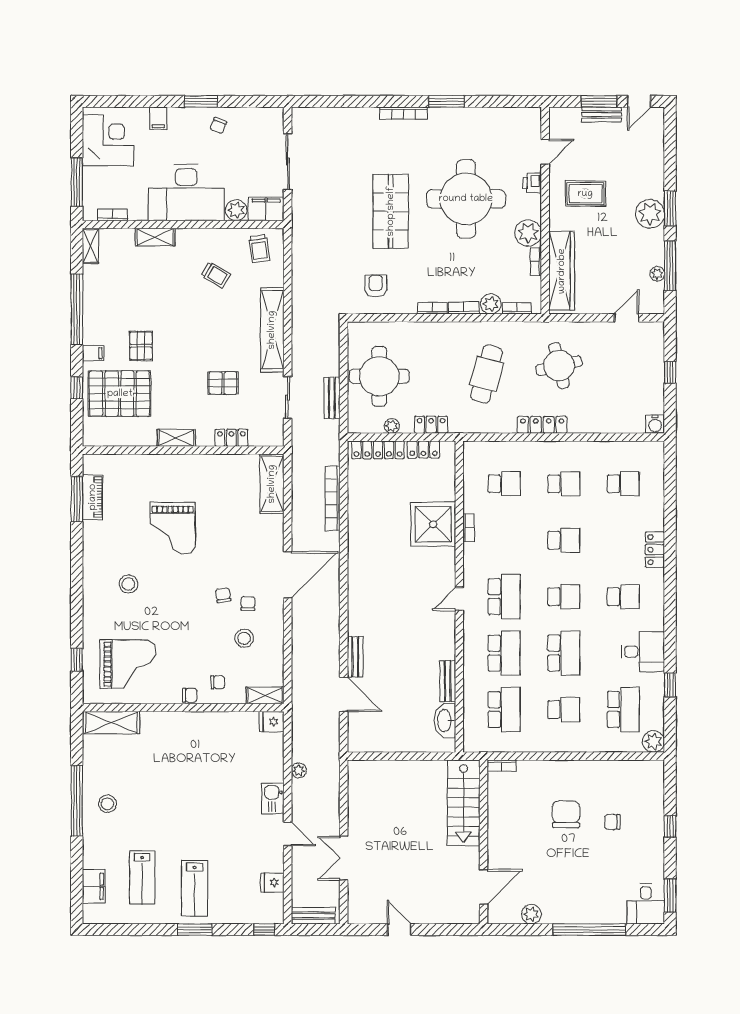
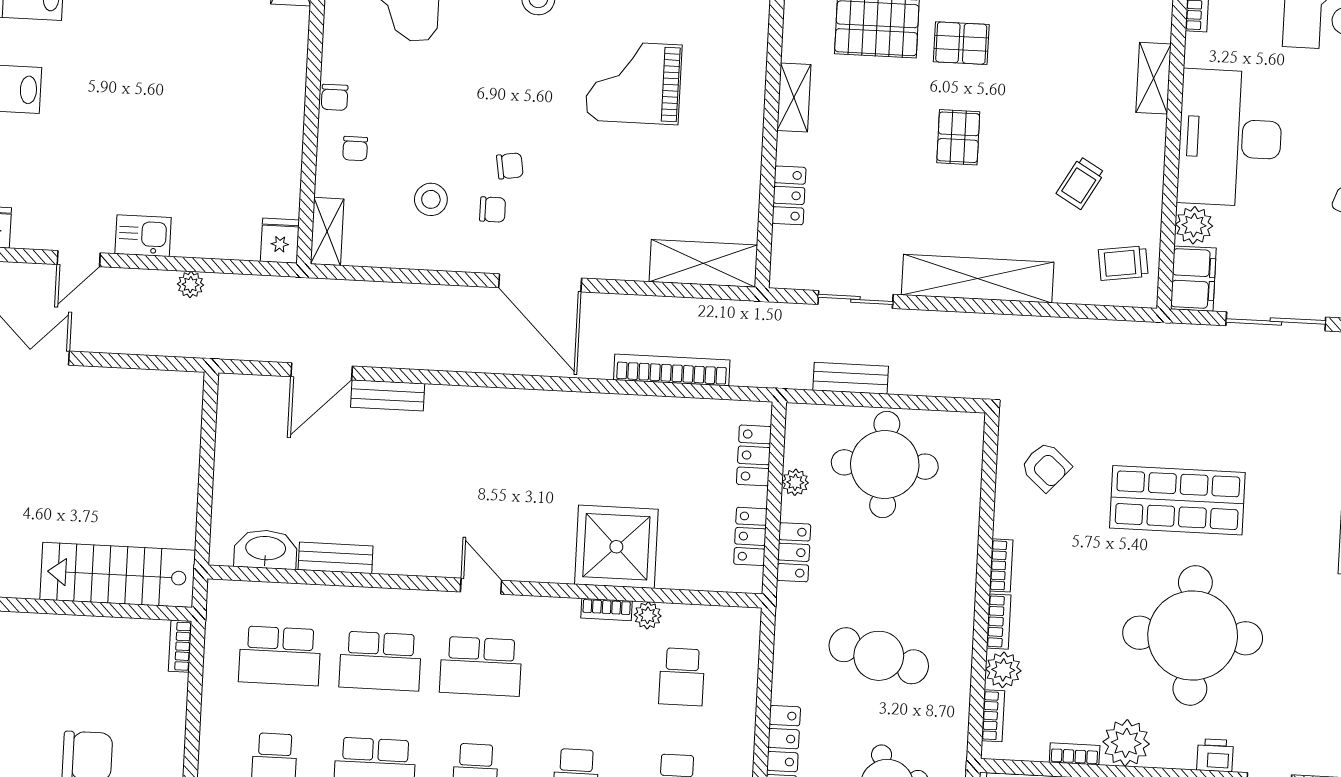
armchair: (376, 286) -> (1046, 467), turned 42
pallet: (223, 383) -> (958, 137), moved
locker: (378, 450) -> (754, 455), width x0.66
plant: (471, 505) -> (648, 615), added

